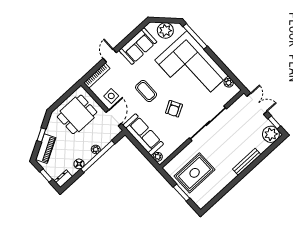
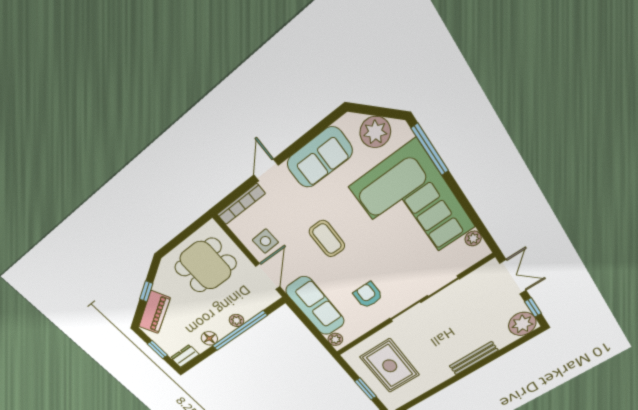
armchair: (174, 109) -> (368, 295), moved, turned 119
rug: (195, 173) -> (390, 366), turned 90

